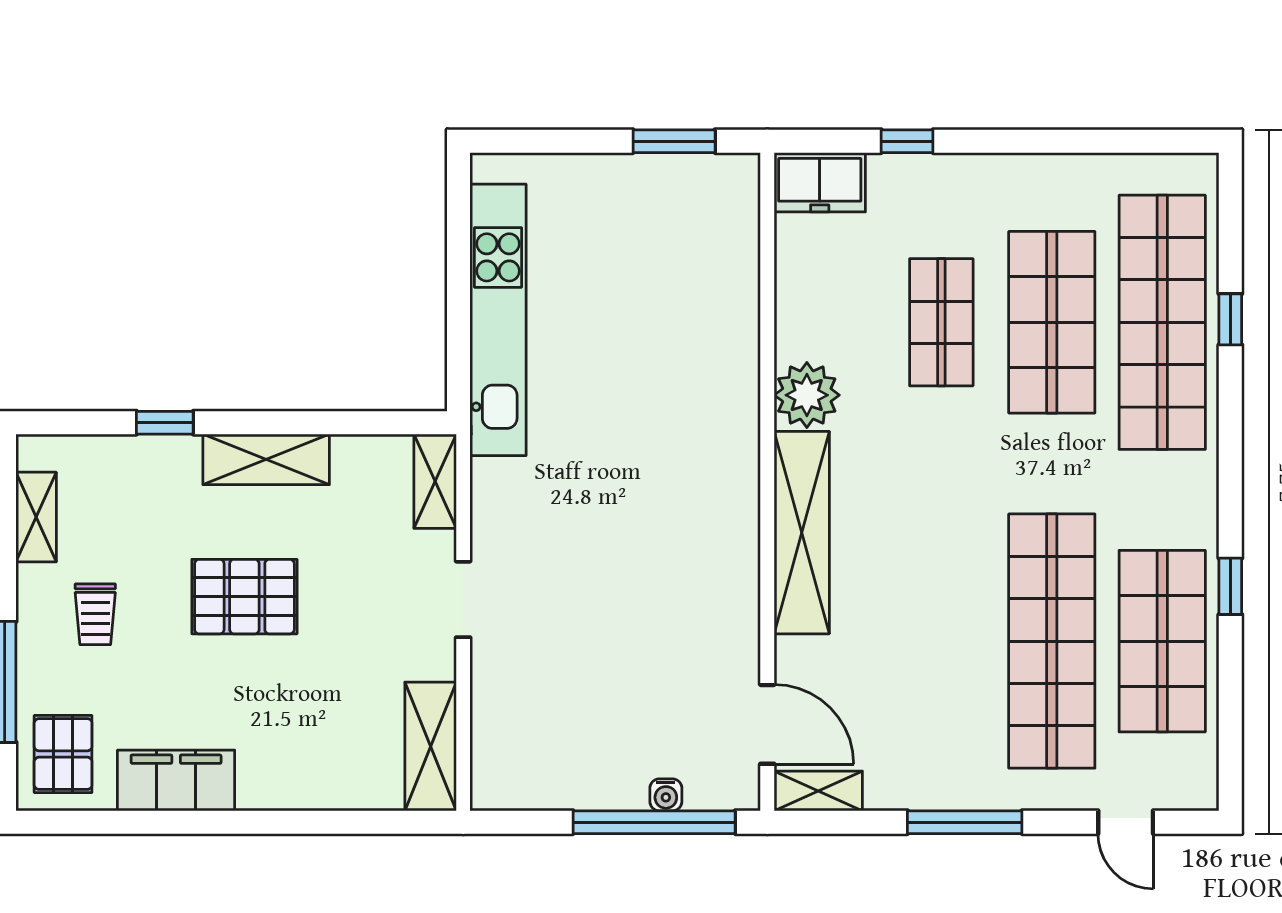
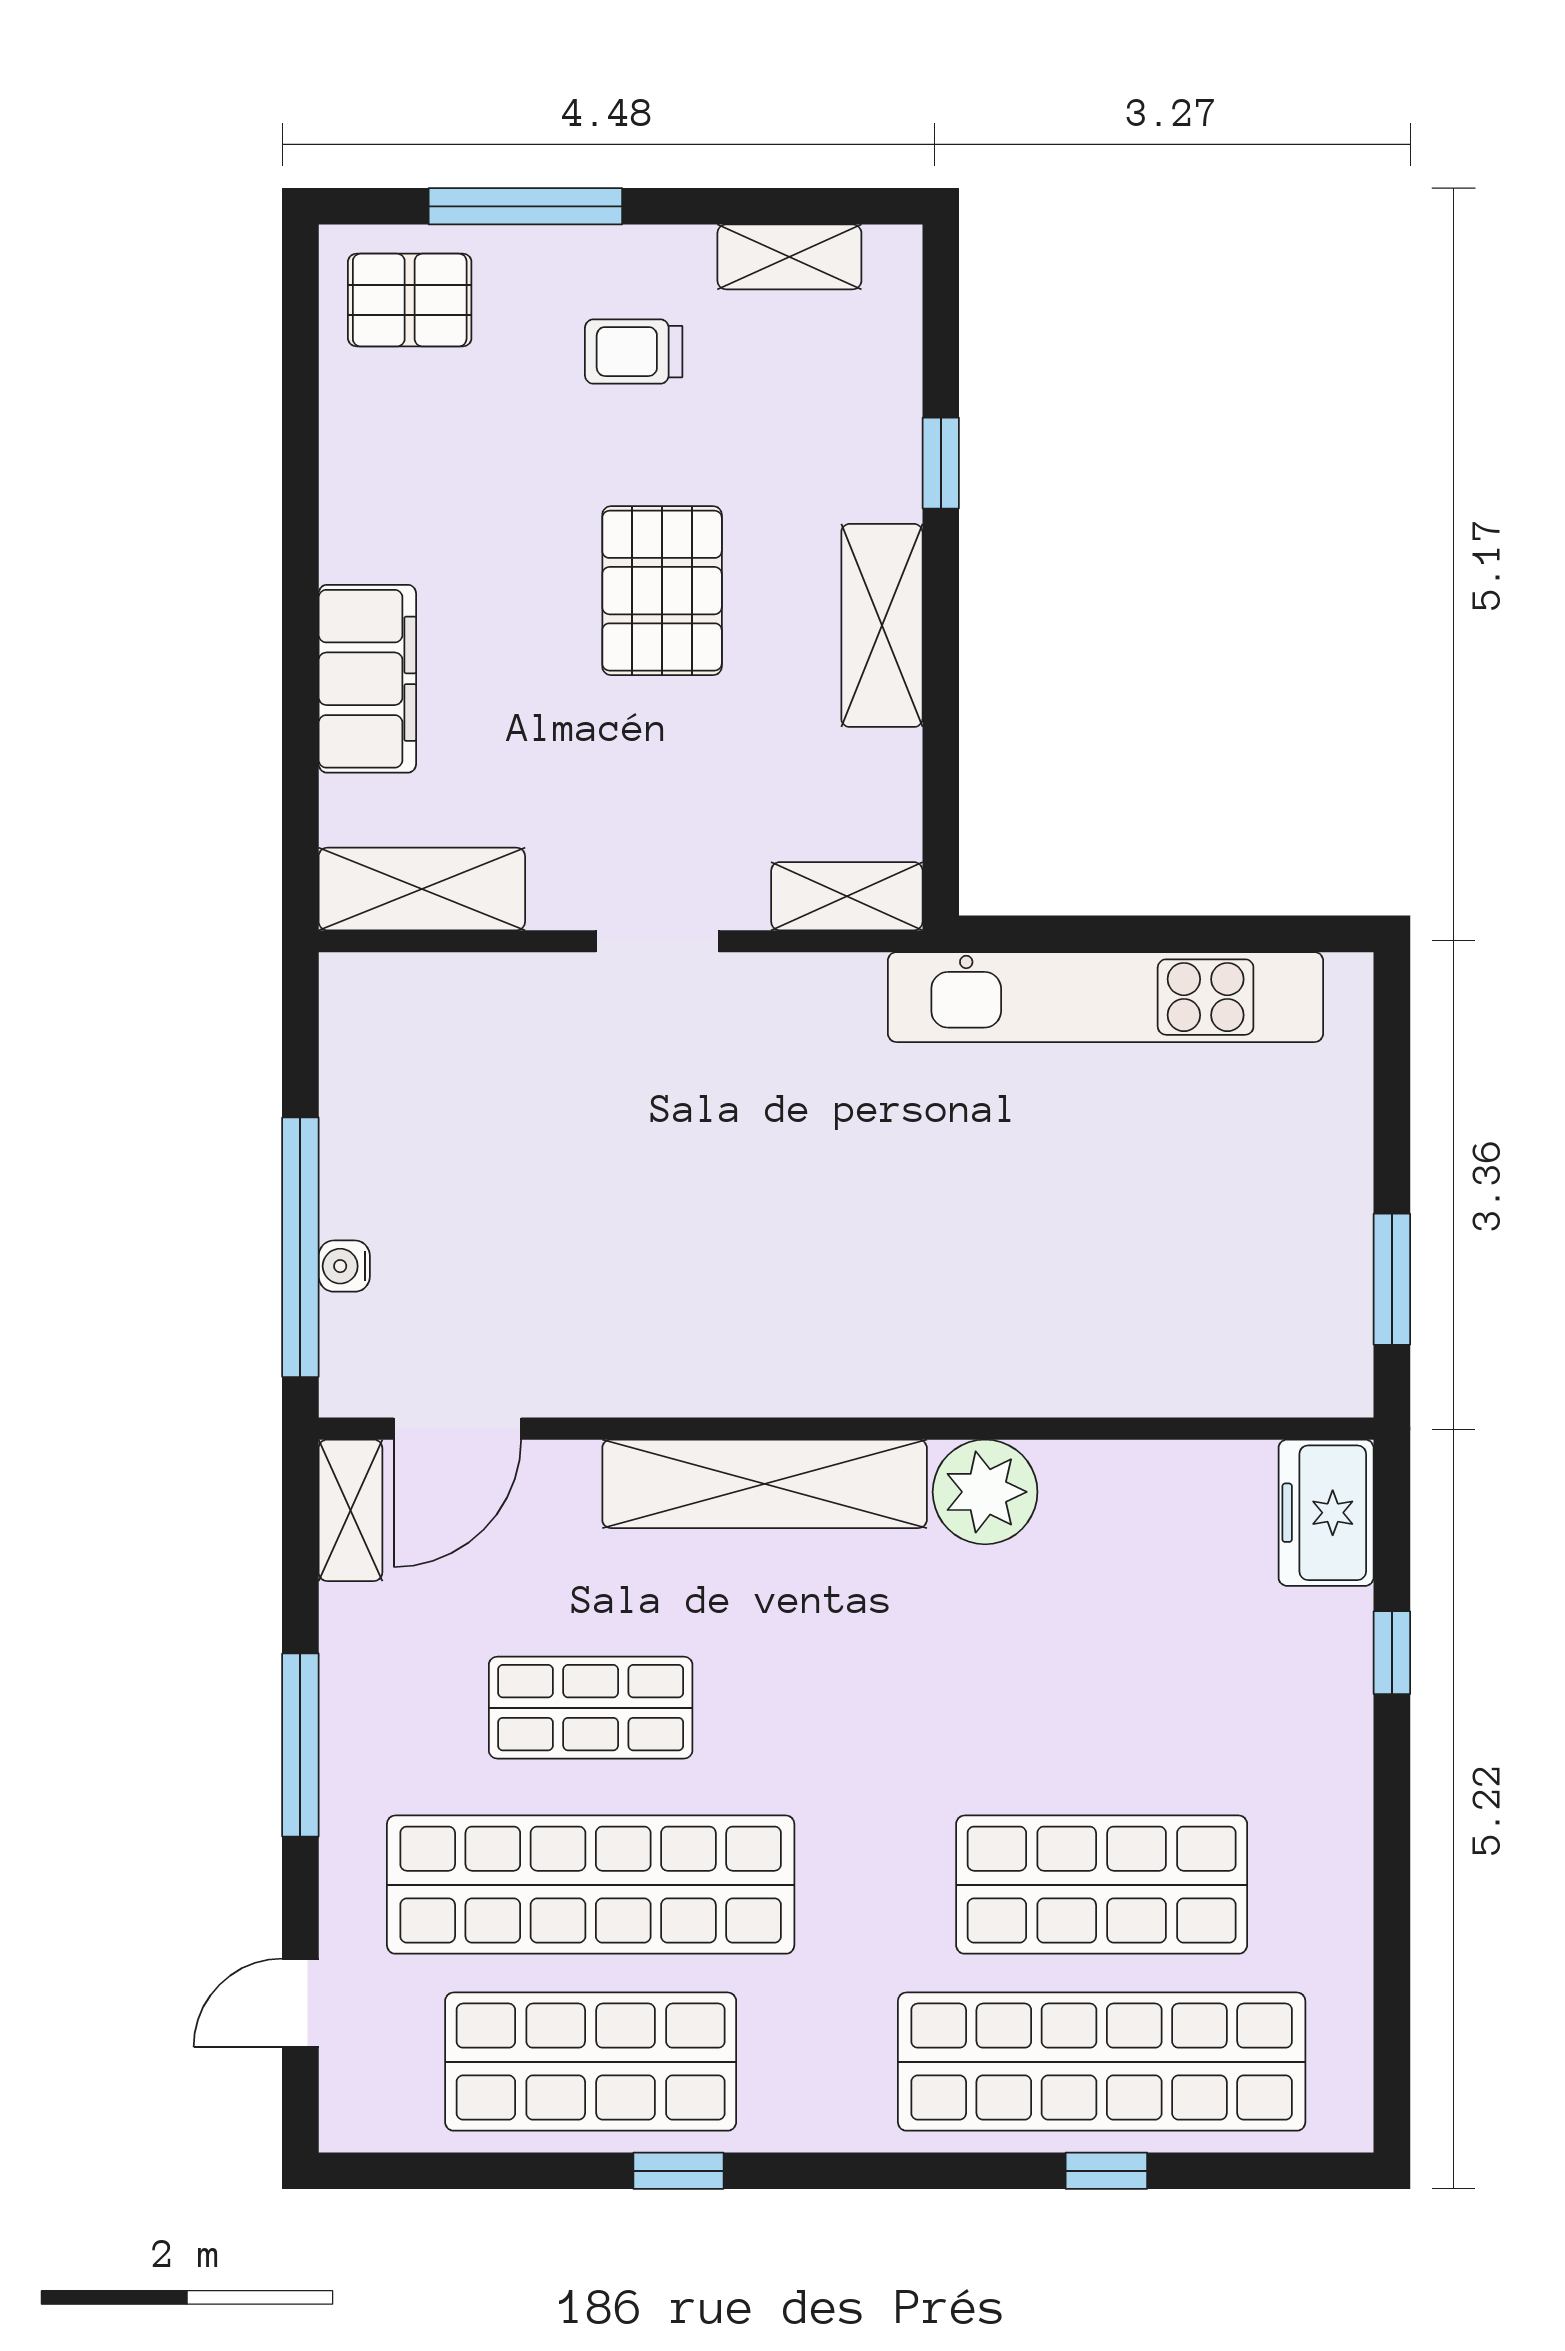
shop shelf: (941, 322) -> (591, 1708), moved
filing cabinet: (176, 780) -> (367, 679), moved

